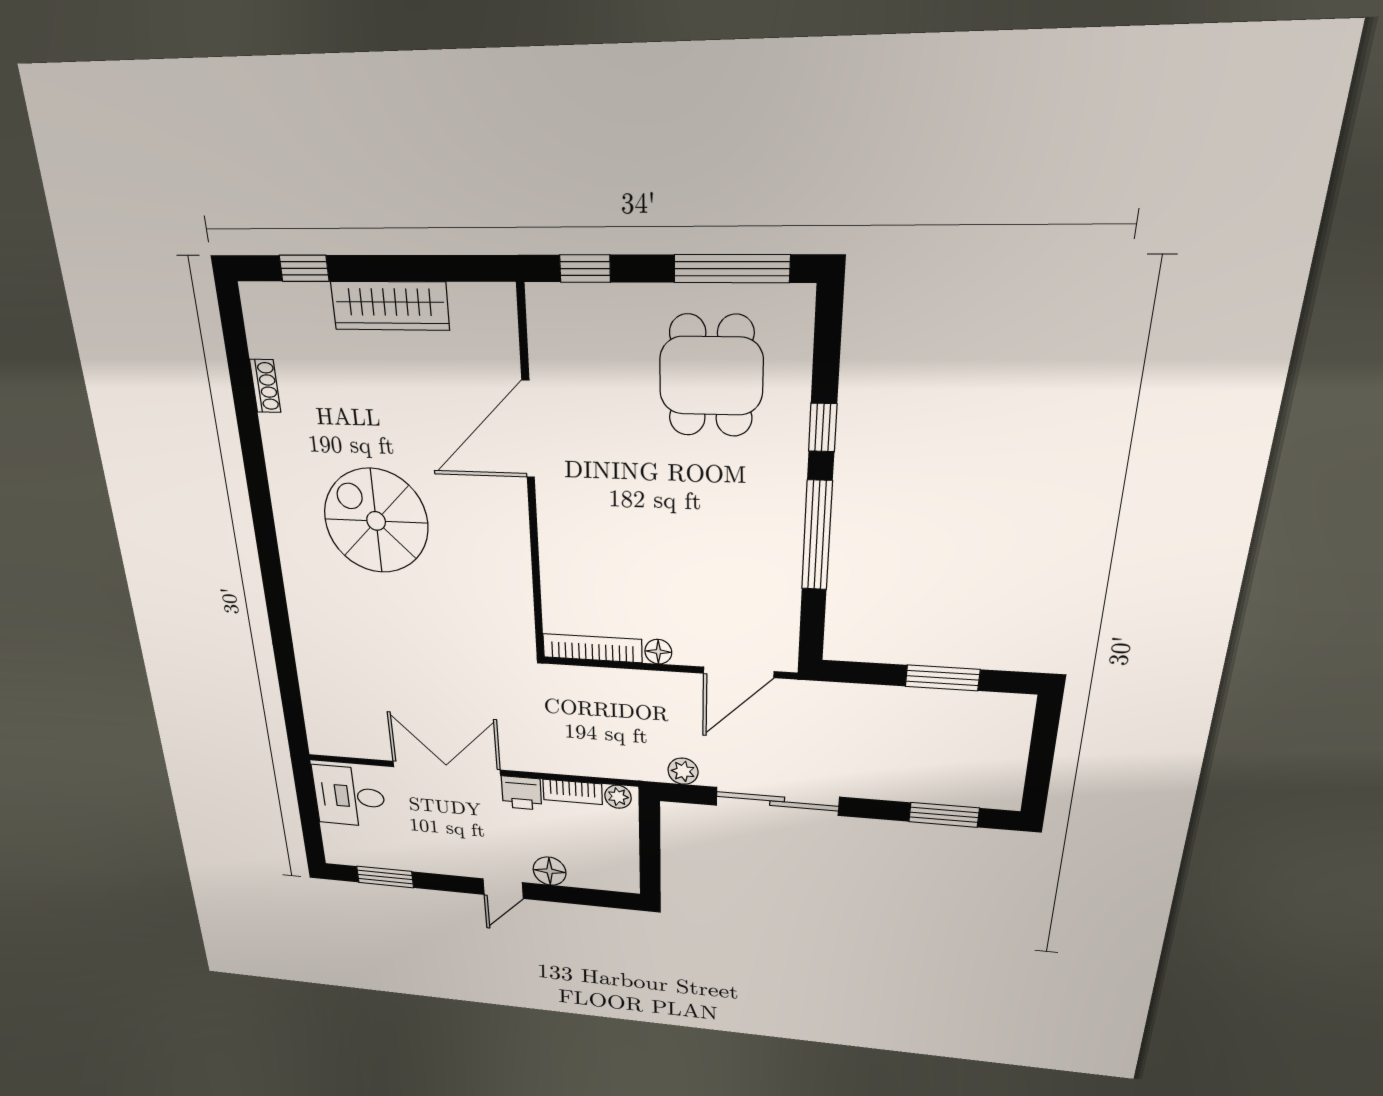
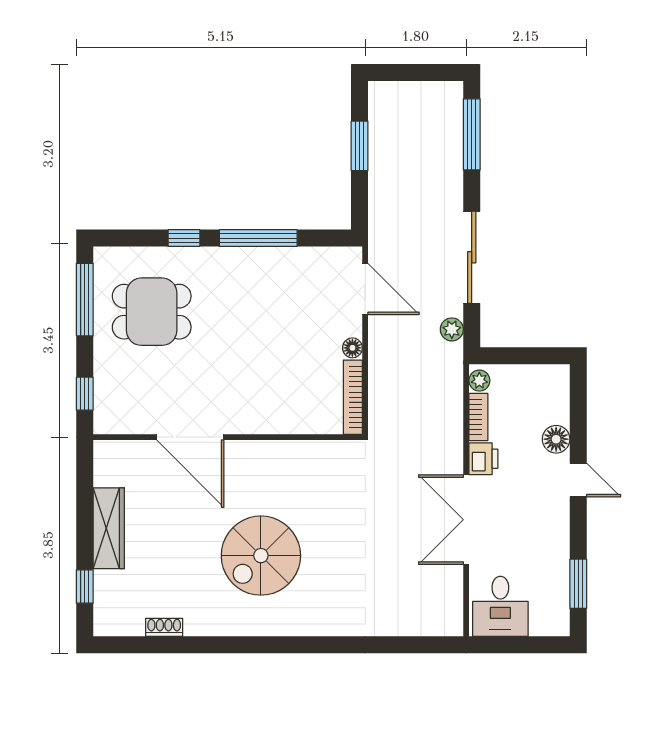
window: (944, 815) -> (472, 134), width x1.44

